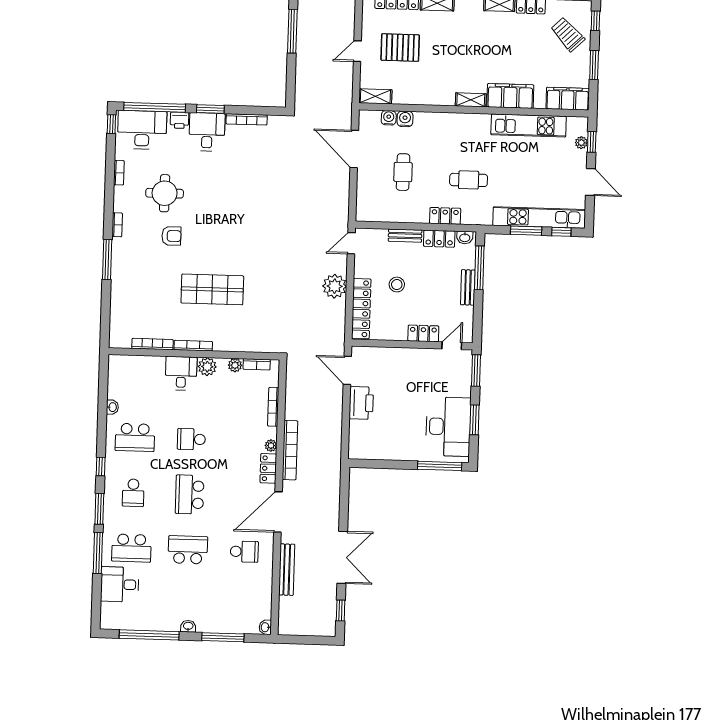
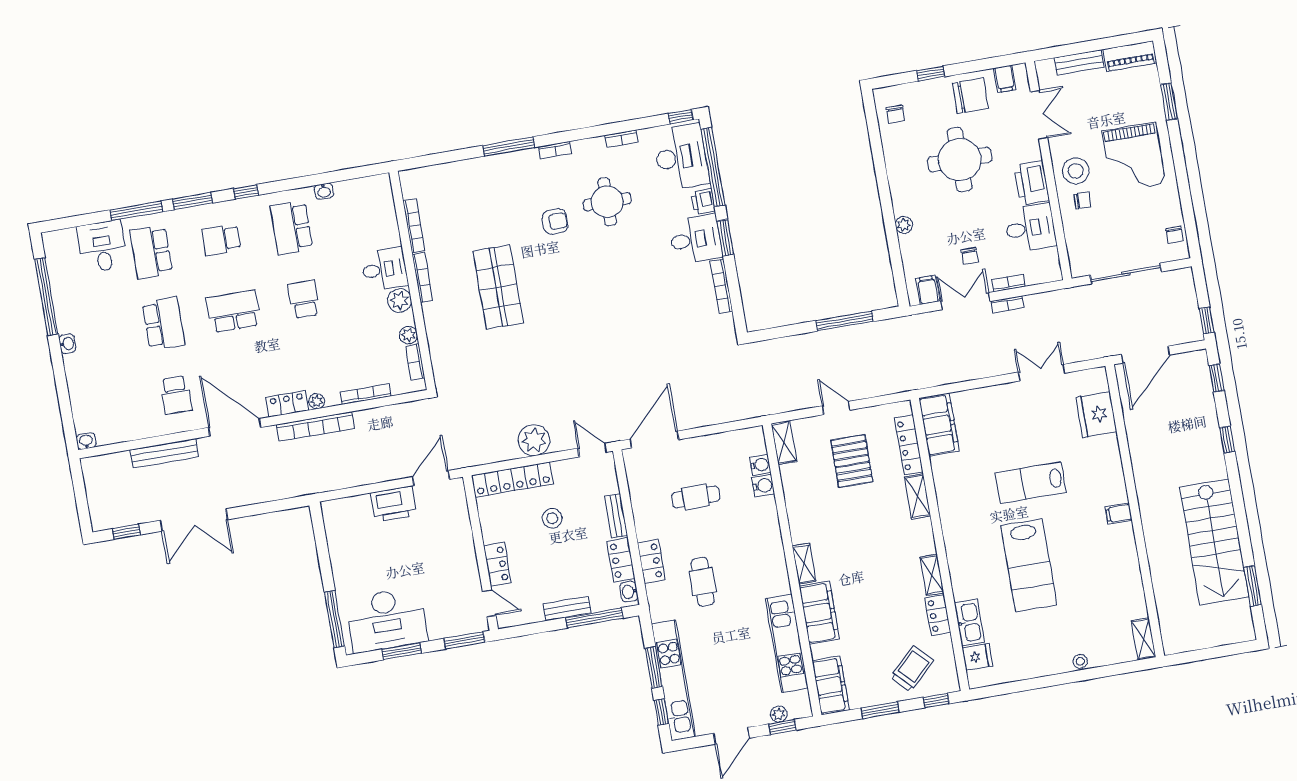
door: (354, 149) -> (654, 439), moved
armchair: (171, 236) -> (555, 222), turned -90
window: (223, 637) -> (62, 390), removed

